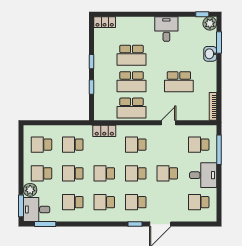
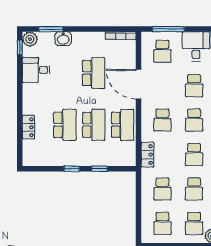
locker: (105, 22) -> (28, 127), moved
desk: (166, 29) -> (36, 70), moved
door: (169, 123) -> (139, 84), width x1.88

